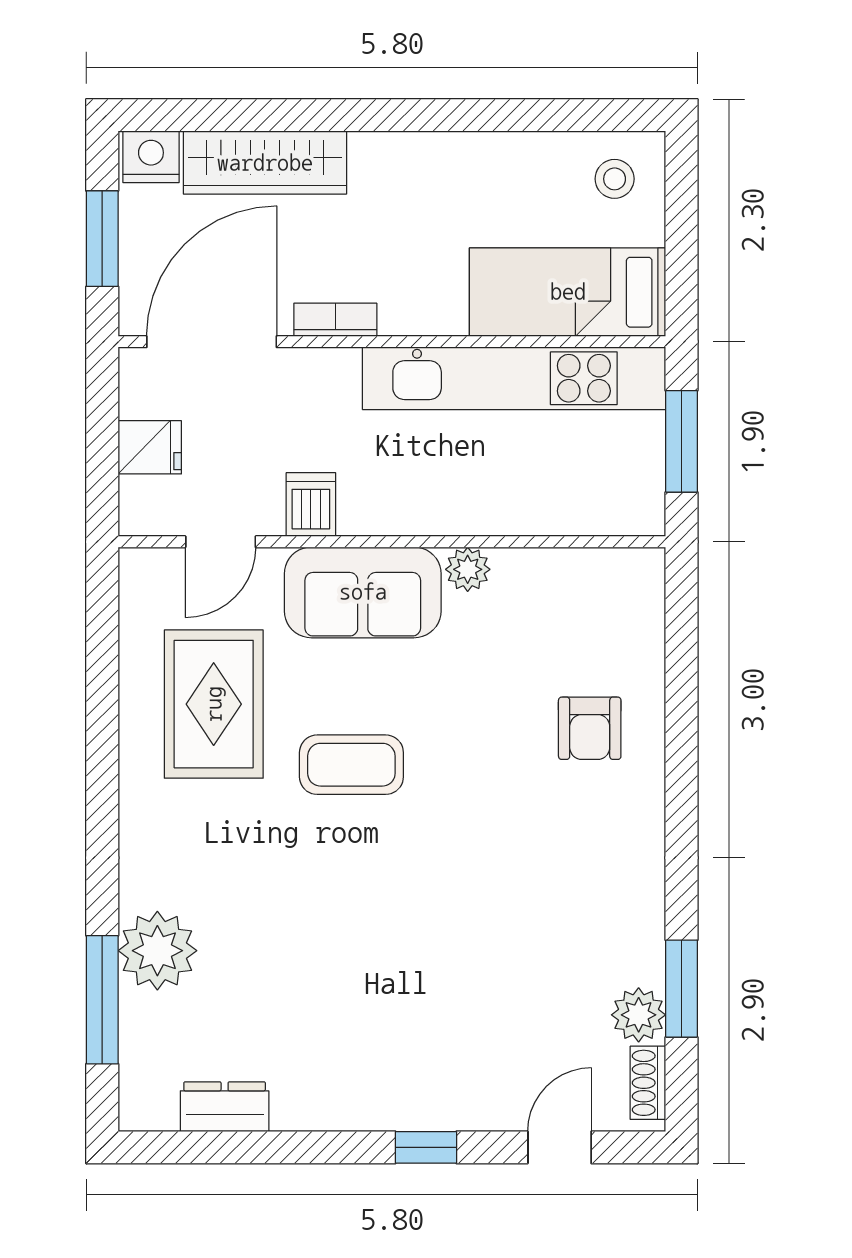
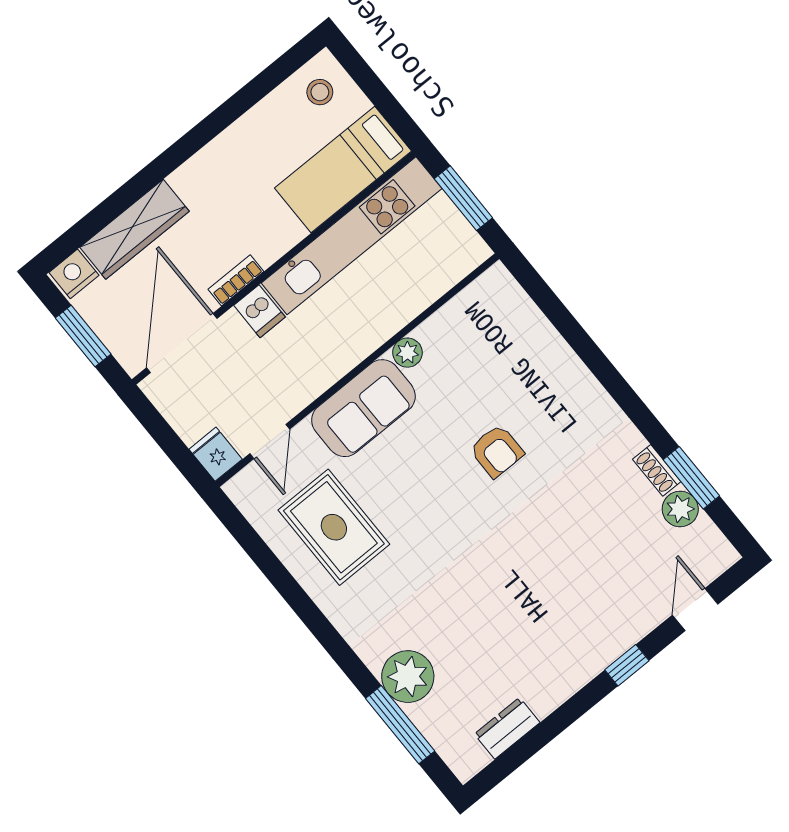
fridge: (150, 447) -> (216, 454), moved, turned -90
dishwasher: (311, 505) -> (260, 311), moved, turned 180
armchair: (590, 728) -> (497, 451), moved
coffee table: (351, 765) -> (429, 501), removed
shoe rack: (648, 1083) -> (657, 470), moved

